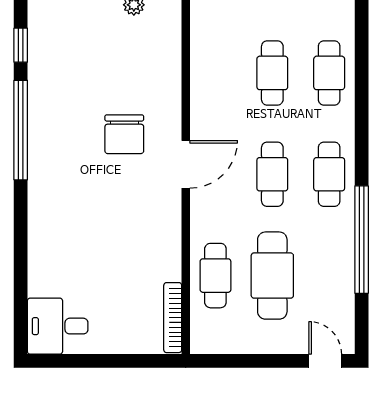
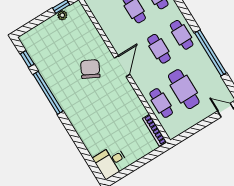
chair: (124, 134) -> (90, 69), turned -153

